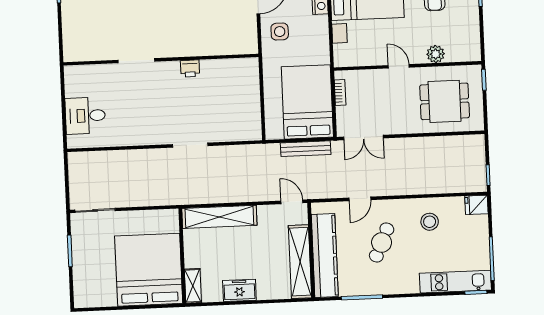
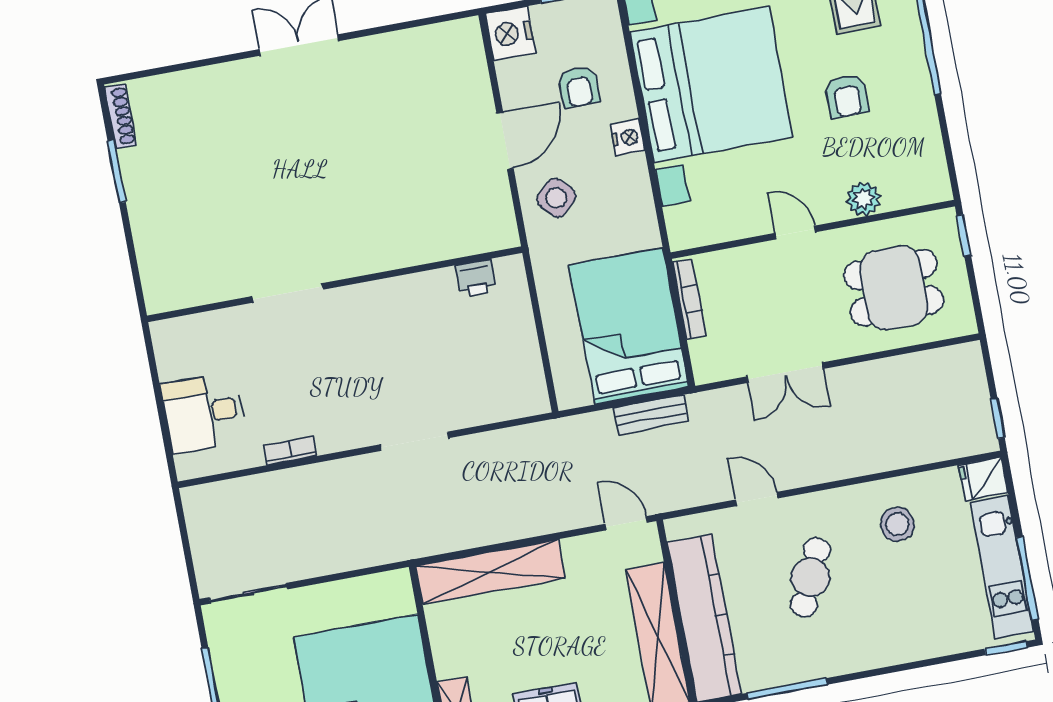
side table: (280, 32) -> (556, 198), turned 45
printer: (190, 68) -> (476, 278), moved
bookcase: (340, 93) -> (689, 299), width x1.56
double door: (363, 138) -> (785, 373), moved
bookcase: (126, 141) -> (290, 451), added
bench: (306, 149) -> (651, 415), width x0.73
door: (360, 199) -> (757, 499), swing flipped
kitchen unit: (455, 282) -> (1002, 567), moved, turned -90

